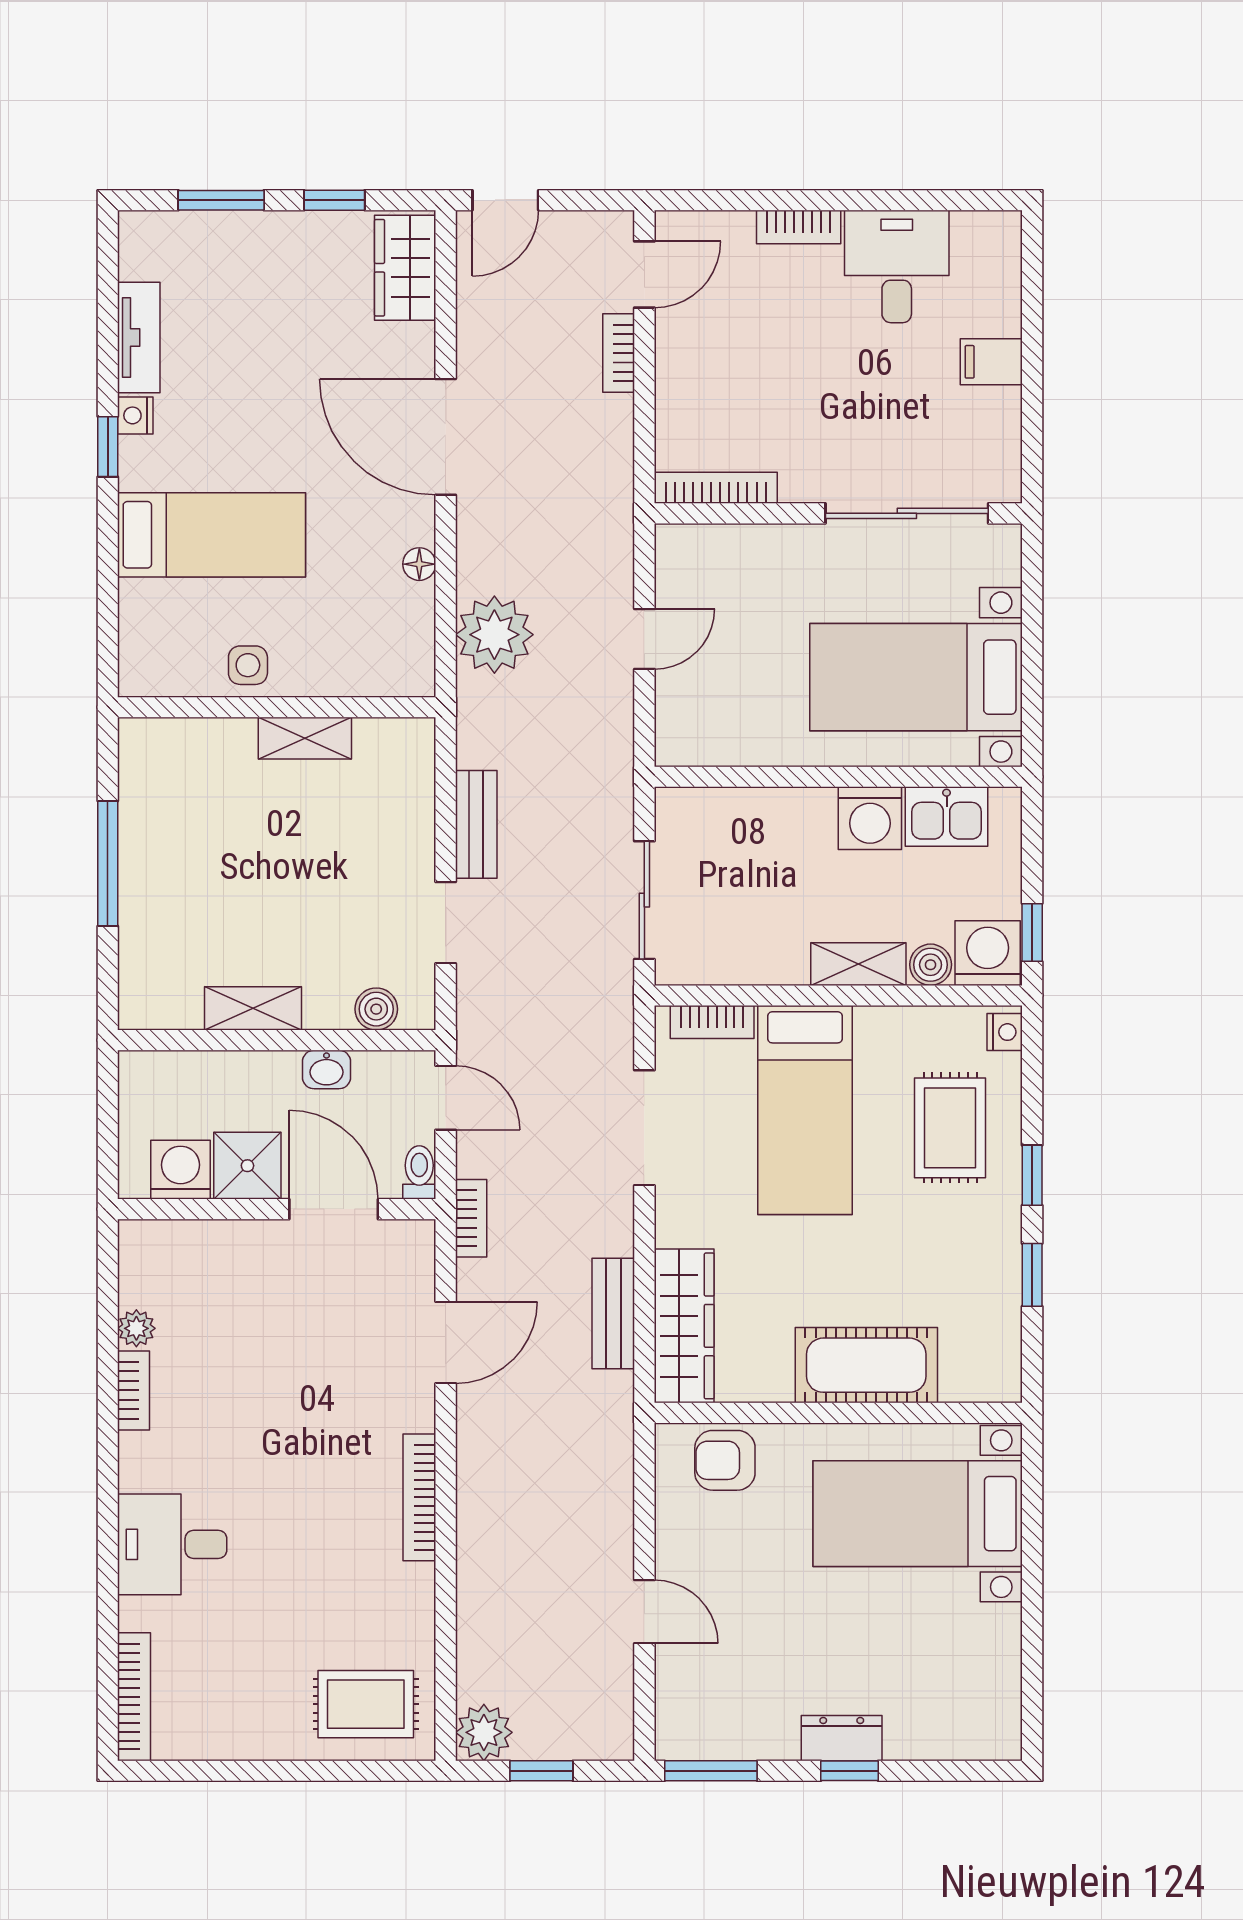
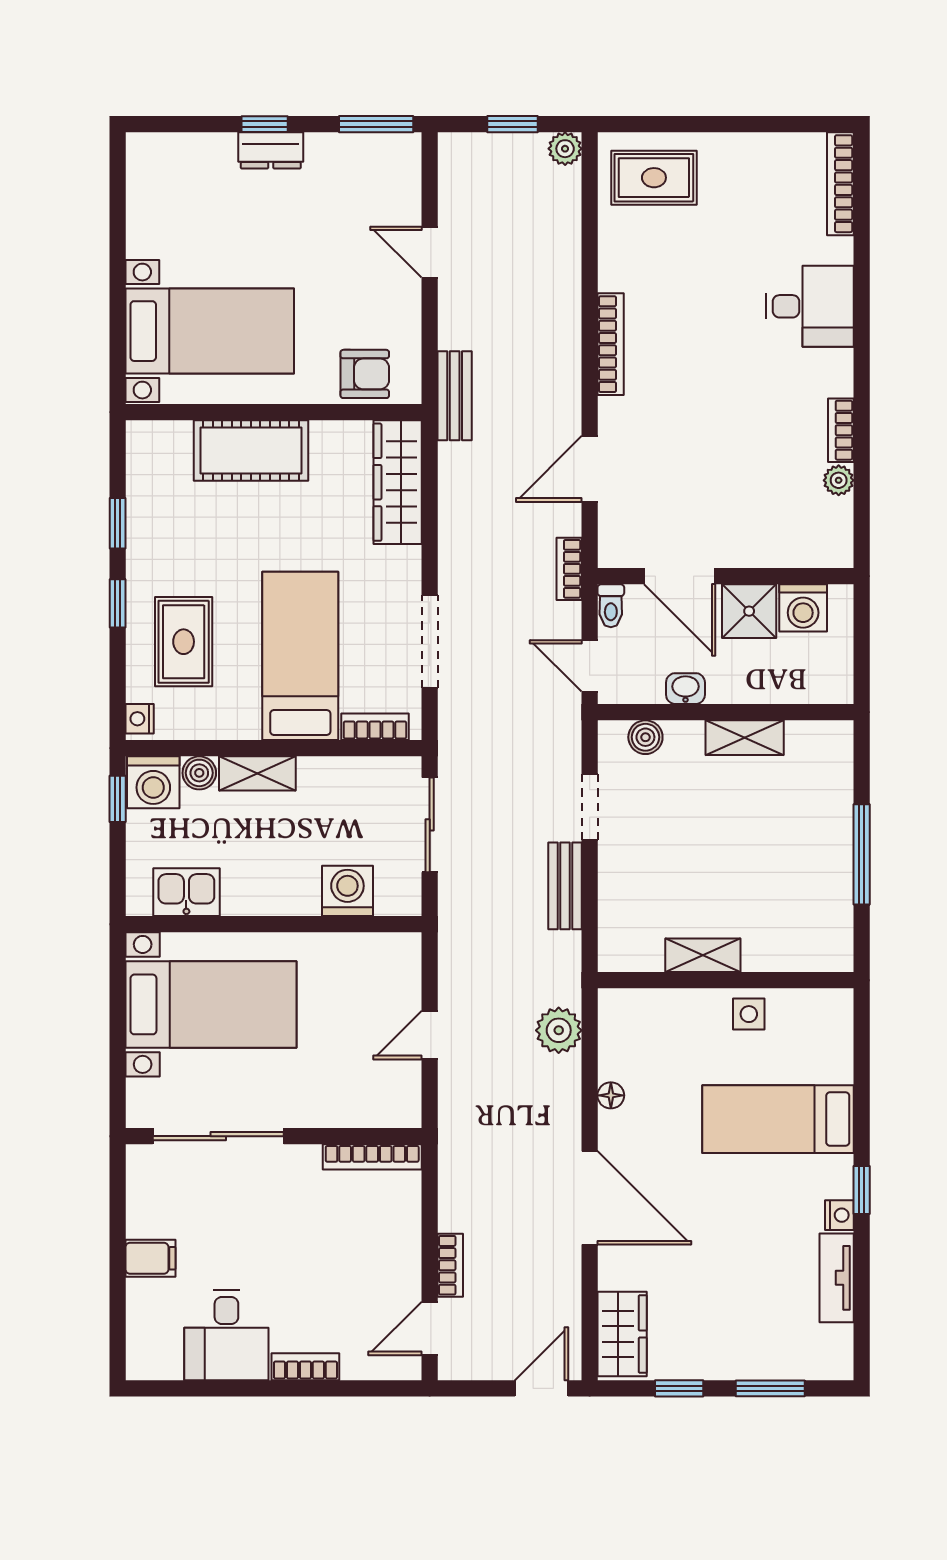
plant: (494, 635) -> (559, 1030), width x0.73, depth x0.73
washing machine: (870, 818) -> (347, 891), moved
bench: (613, 1314) -> (455, 396), moved
plant: (484, 1732) -> (565, 149), width x0.73, depth x0.73

